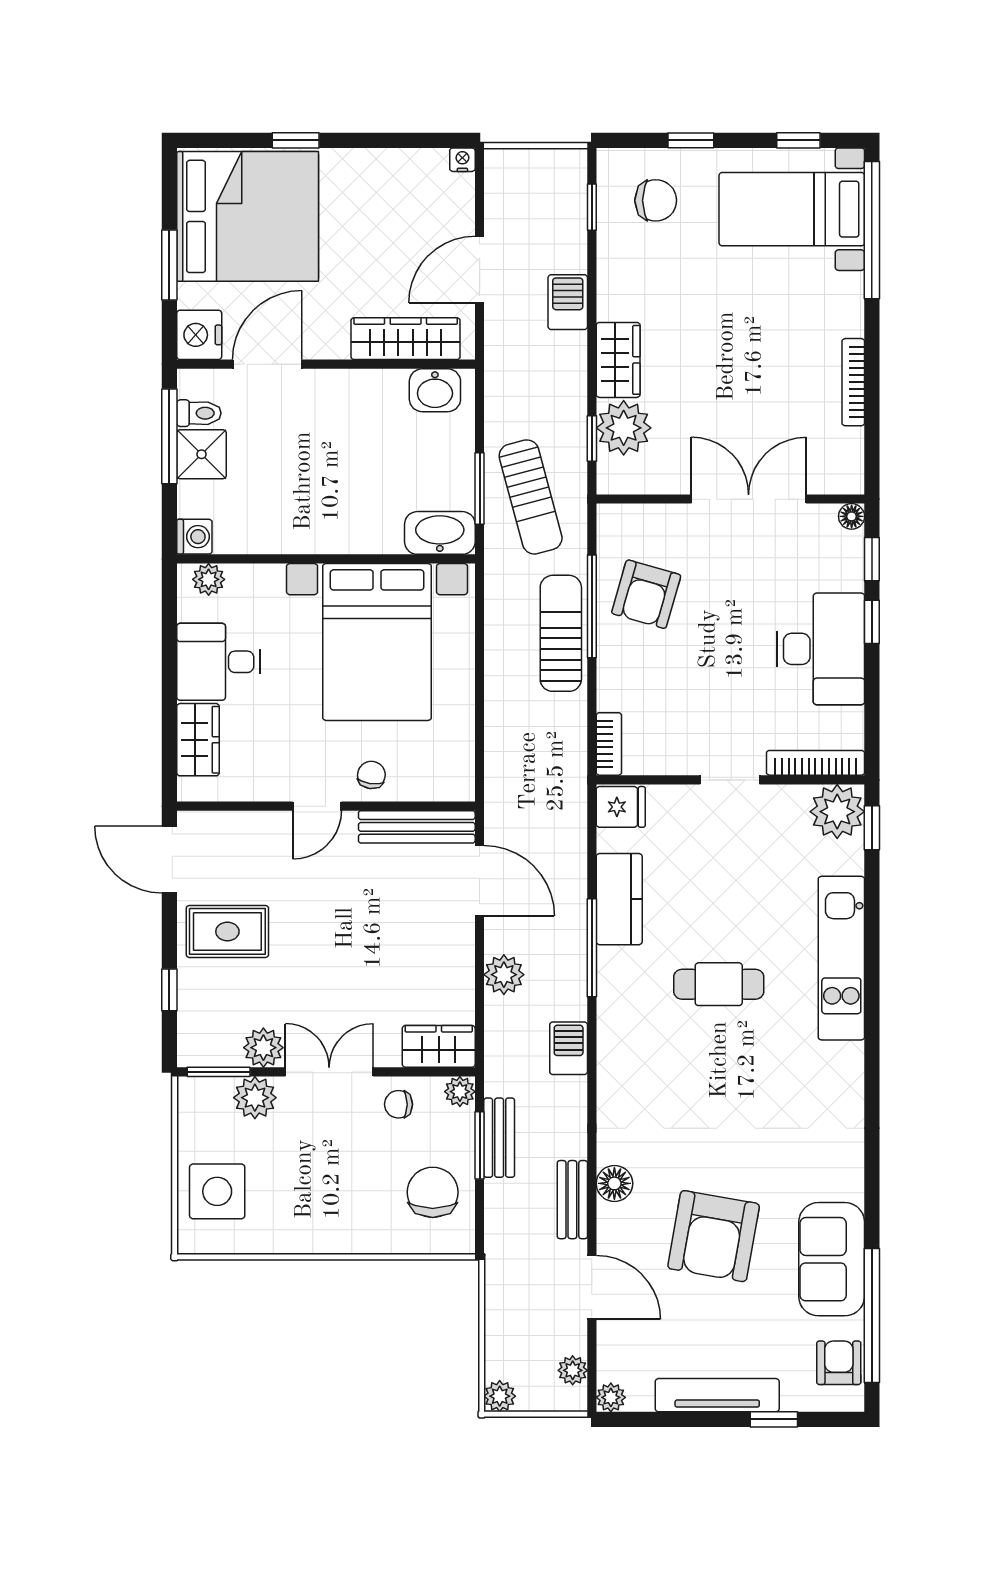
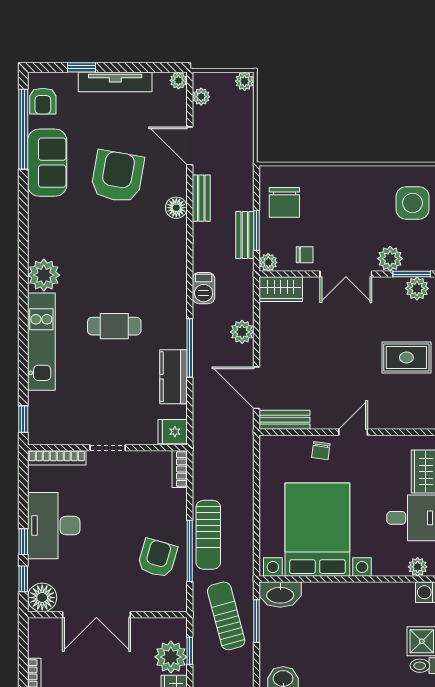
floor lamp: (852, 516) -> (42, 598), width x1.89, depth x1.89
plant: (837, 812) -> (44, 275), moved
bench: (417, 827) -> (285, 420), width x0.73
plant: (263, 1048) -> (417, 288), moved

